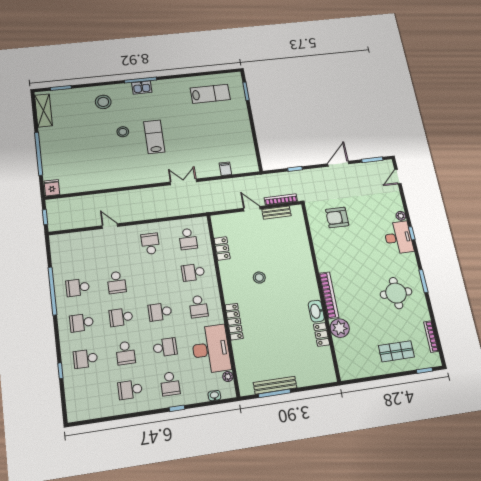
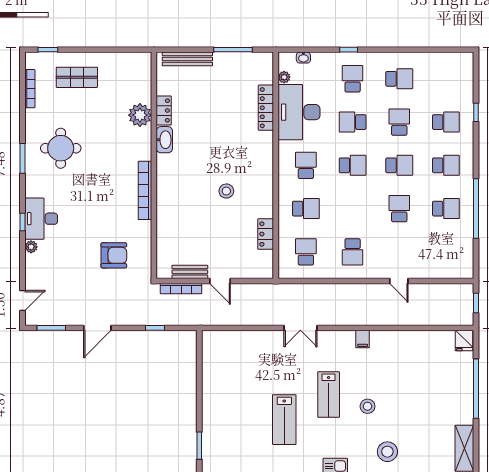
lab bench: (210, 94) -> (284, 420), moved, turned -90
filing cabinet: (225, 169) -> (363, 339), moved
bookcase: (329, 295) -> (145, 190), moved
locker: (234, 322) -> (266, 108), moved
bench: (275, 385) -> (187, 59), moved

